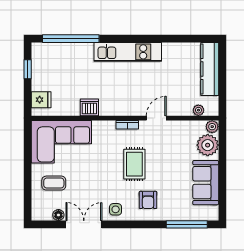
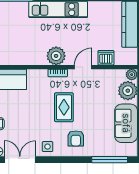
dishwasher: (89, 107) -> (106, 58), moved
plant: (198, 110) -> (56, 56), moved, width x1.88, depth x1.88

